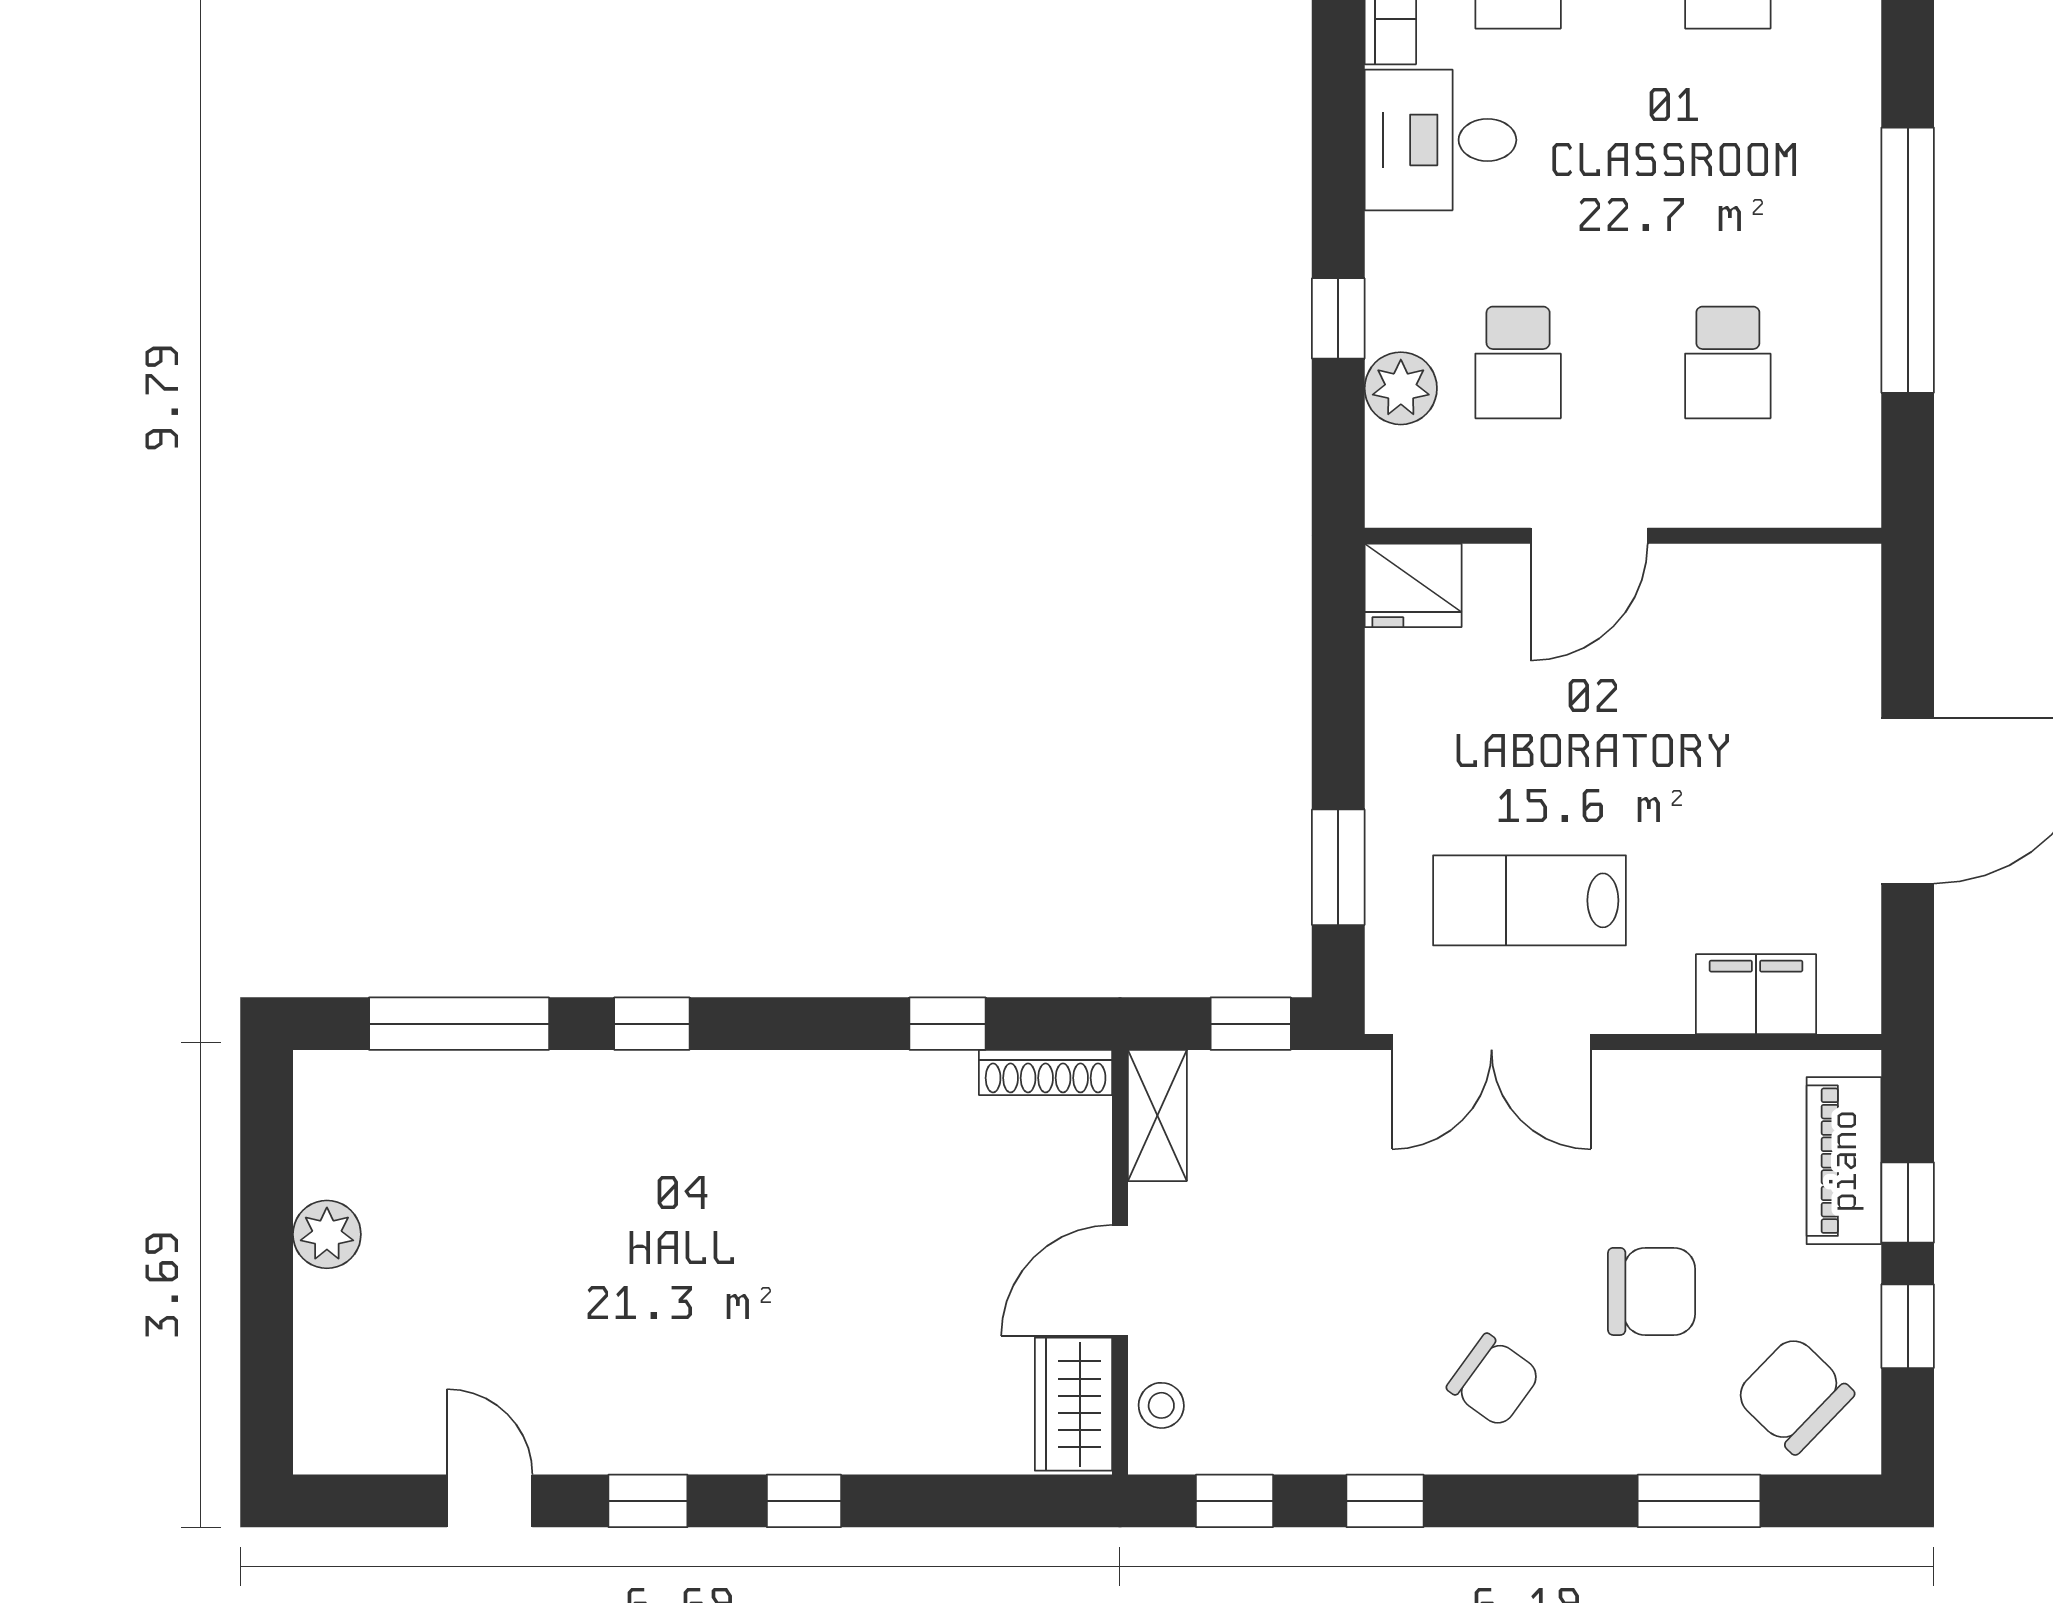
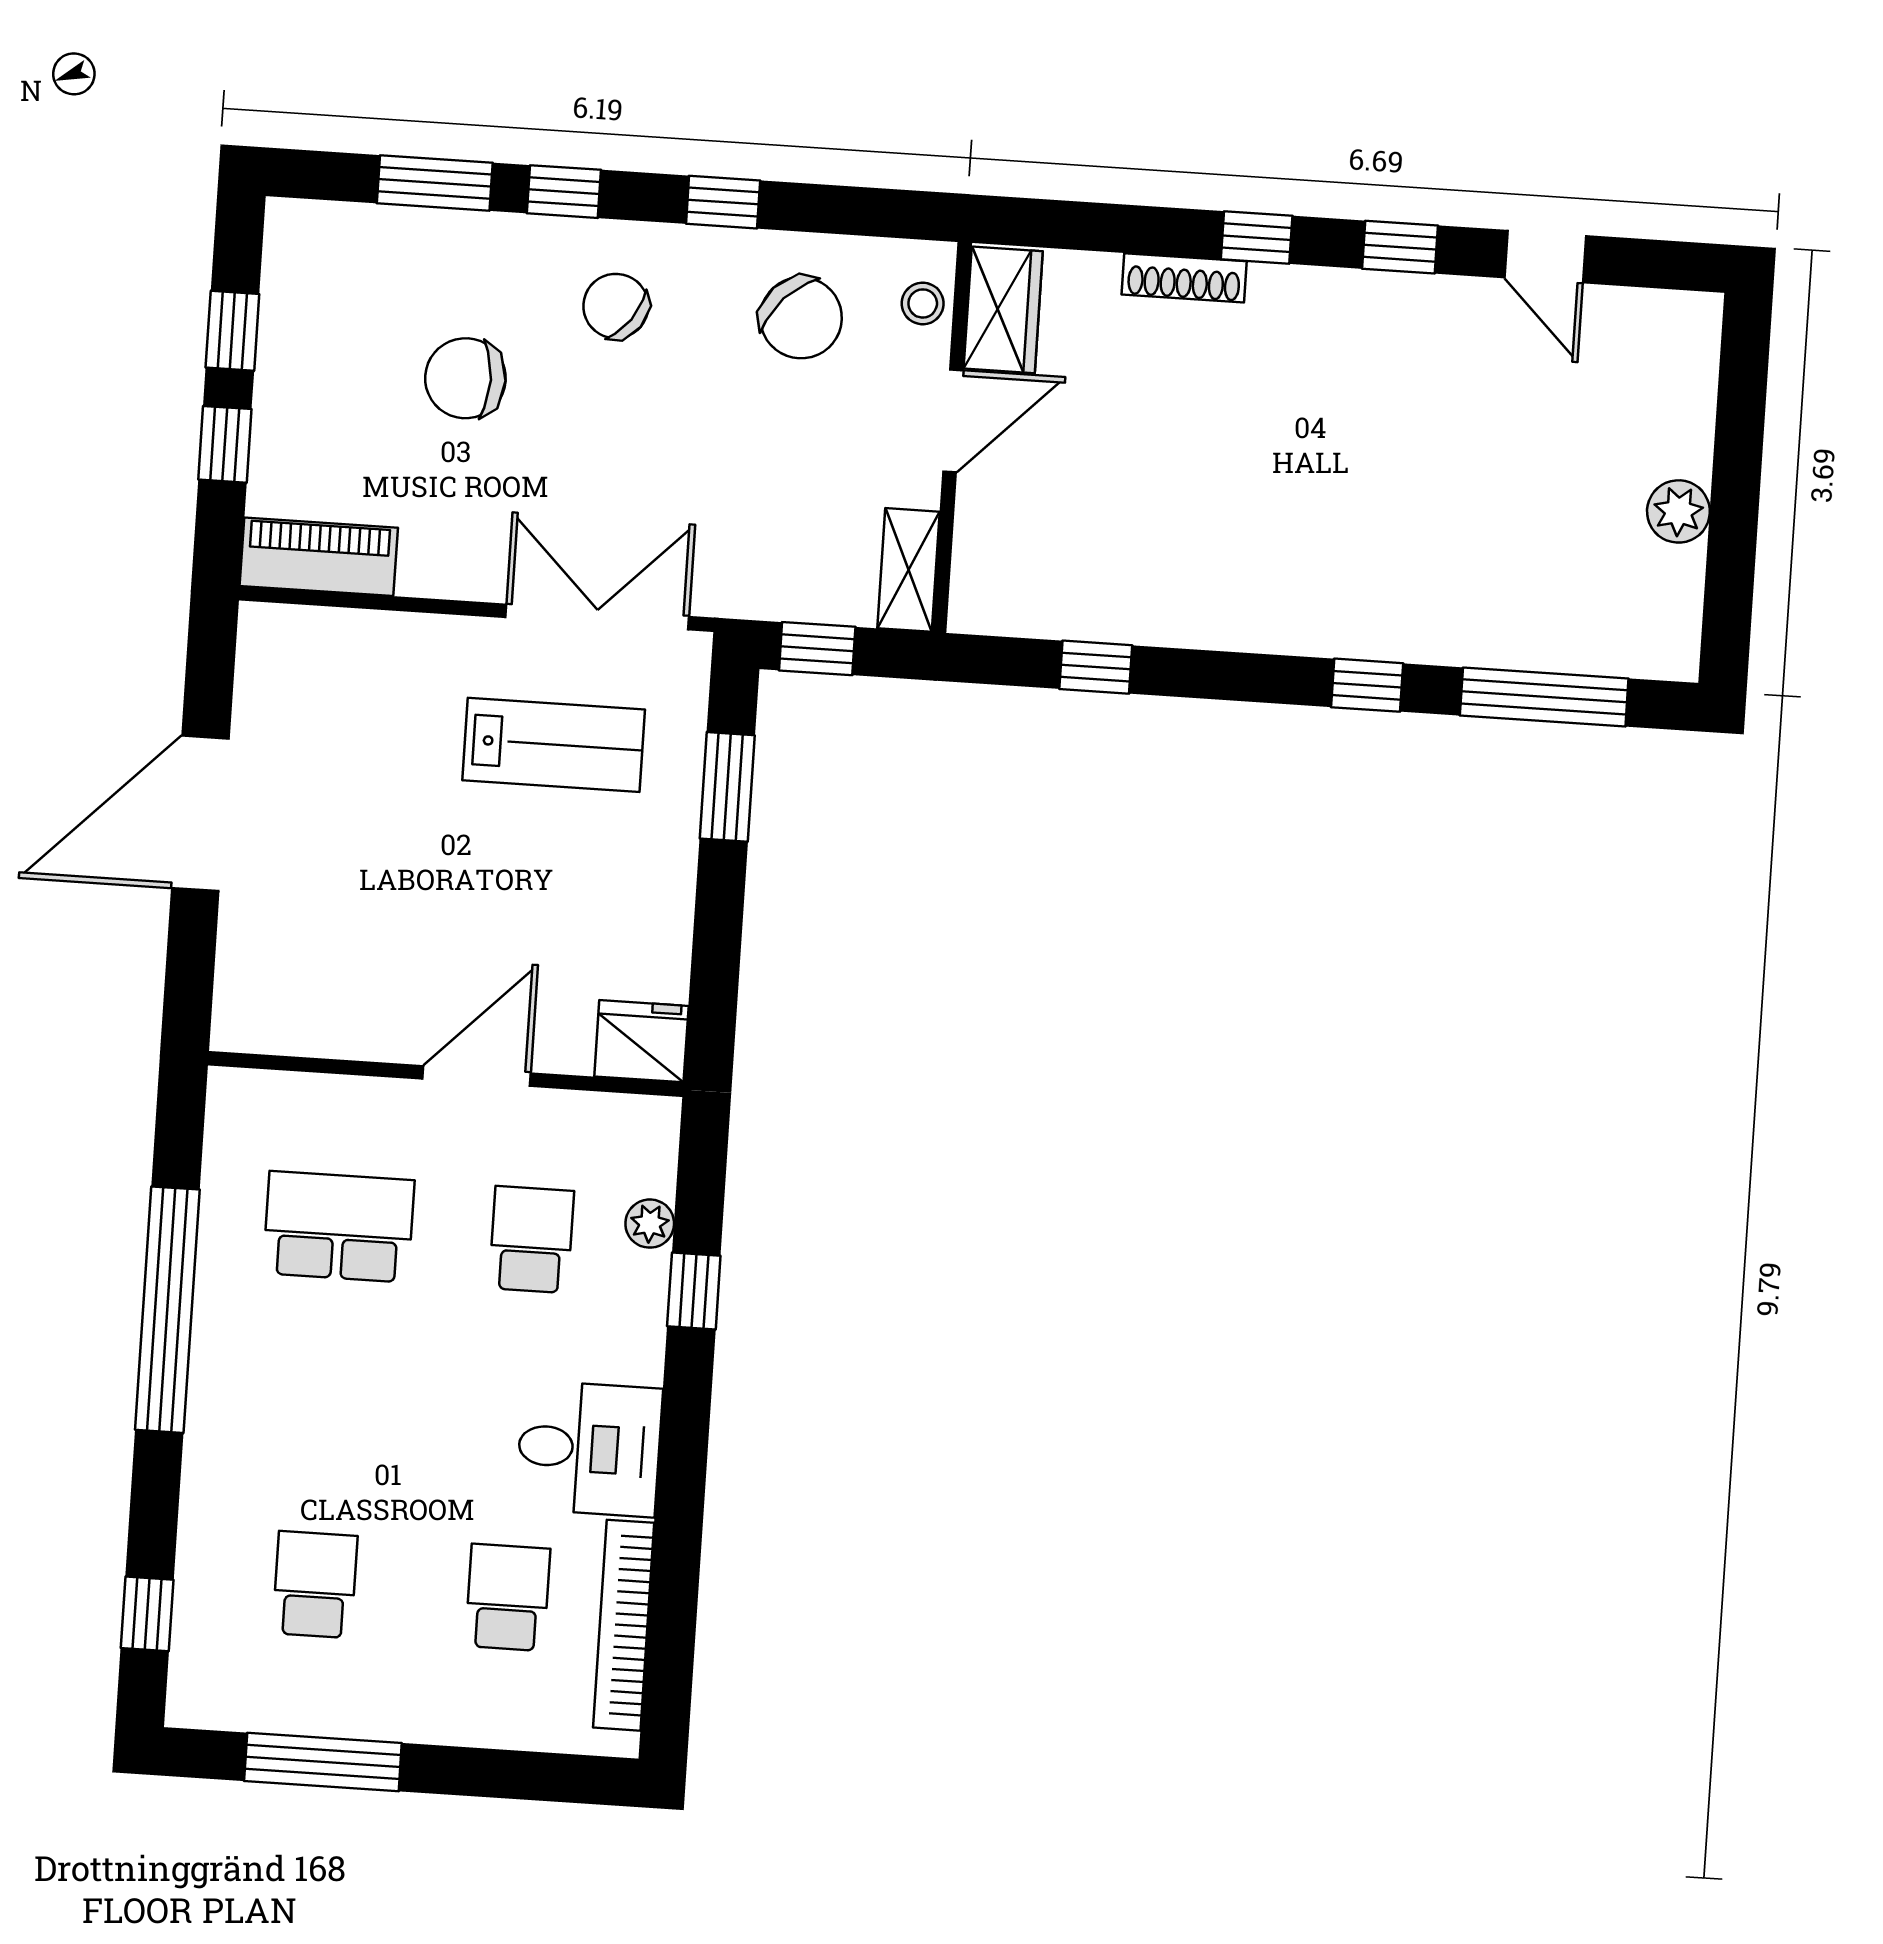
school desk: (1728, 362) -> (339, 1227), width x1.85
plant: (1401, 388) -> (650, 1224), width x0.73, depth x0.73
filing cabinet: (1756, 994) -> (351, 645), removed
shoe rack: (1046, 1073) -> (1184, 278), moved, turned 180
piano: (1844, 1161) -> (319, 557), moved, turned -90
chair: (1794, 1395) -> (801, 318), moved
window: (1235, 1501) -> (564, 192), moved

